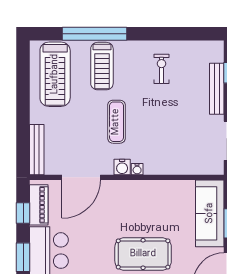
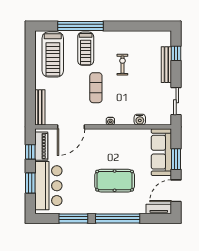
exercise bike: (162, 69) -> (122, 65), moved
water cooler: (122, 167) -> (140, 120), moved

